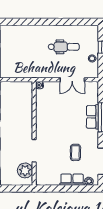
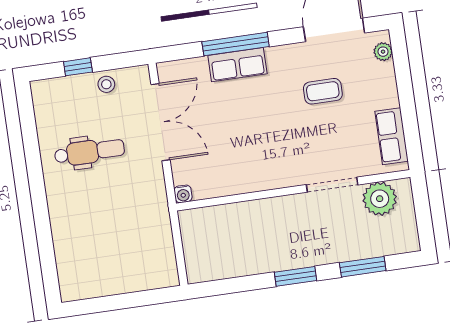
dental chair: (64, 47) -> (89, 152), turned 90
double door: (72, 80) -> (160, 122), width x1.37
row of seats: (72, 180) -> (392, 136), moved

